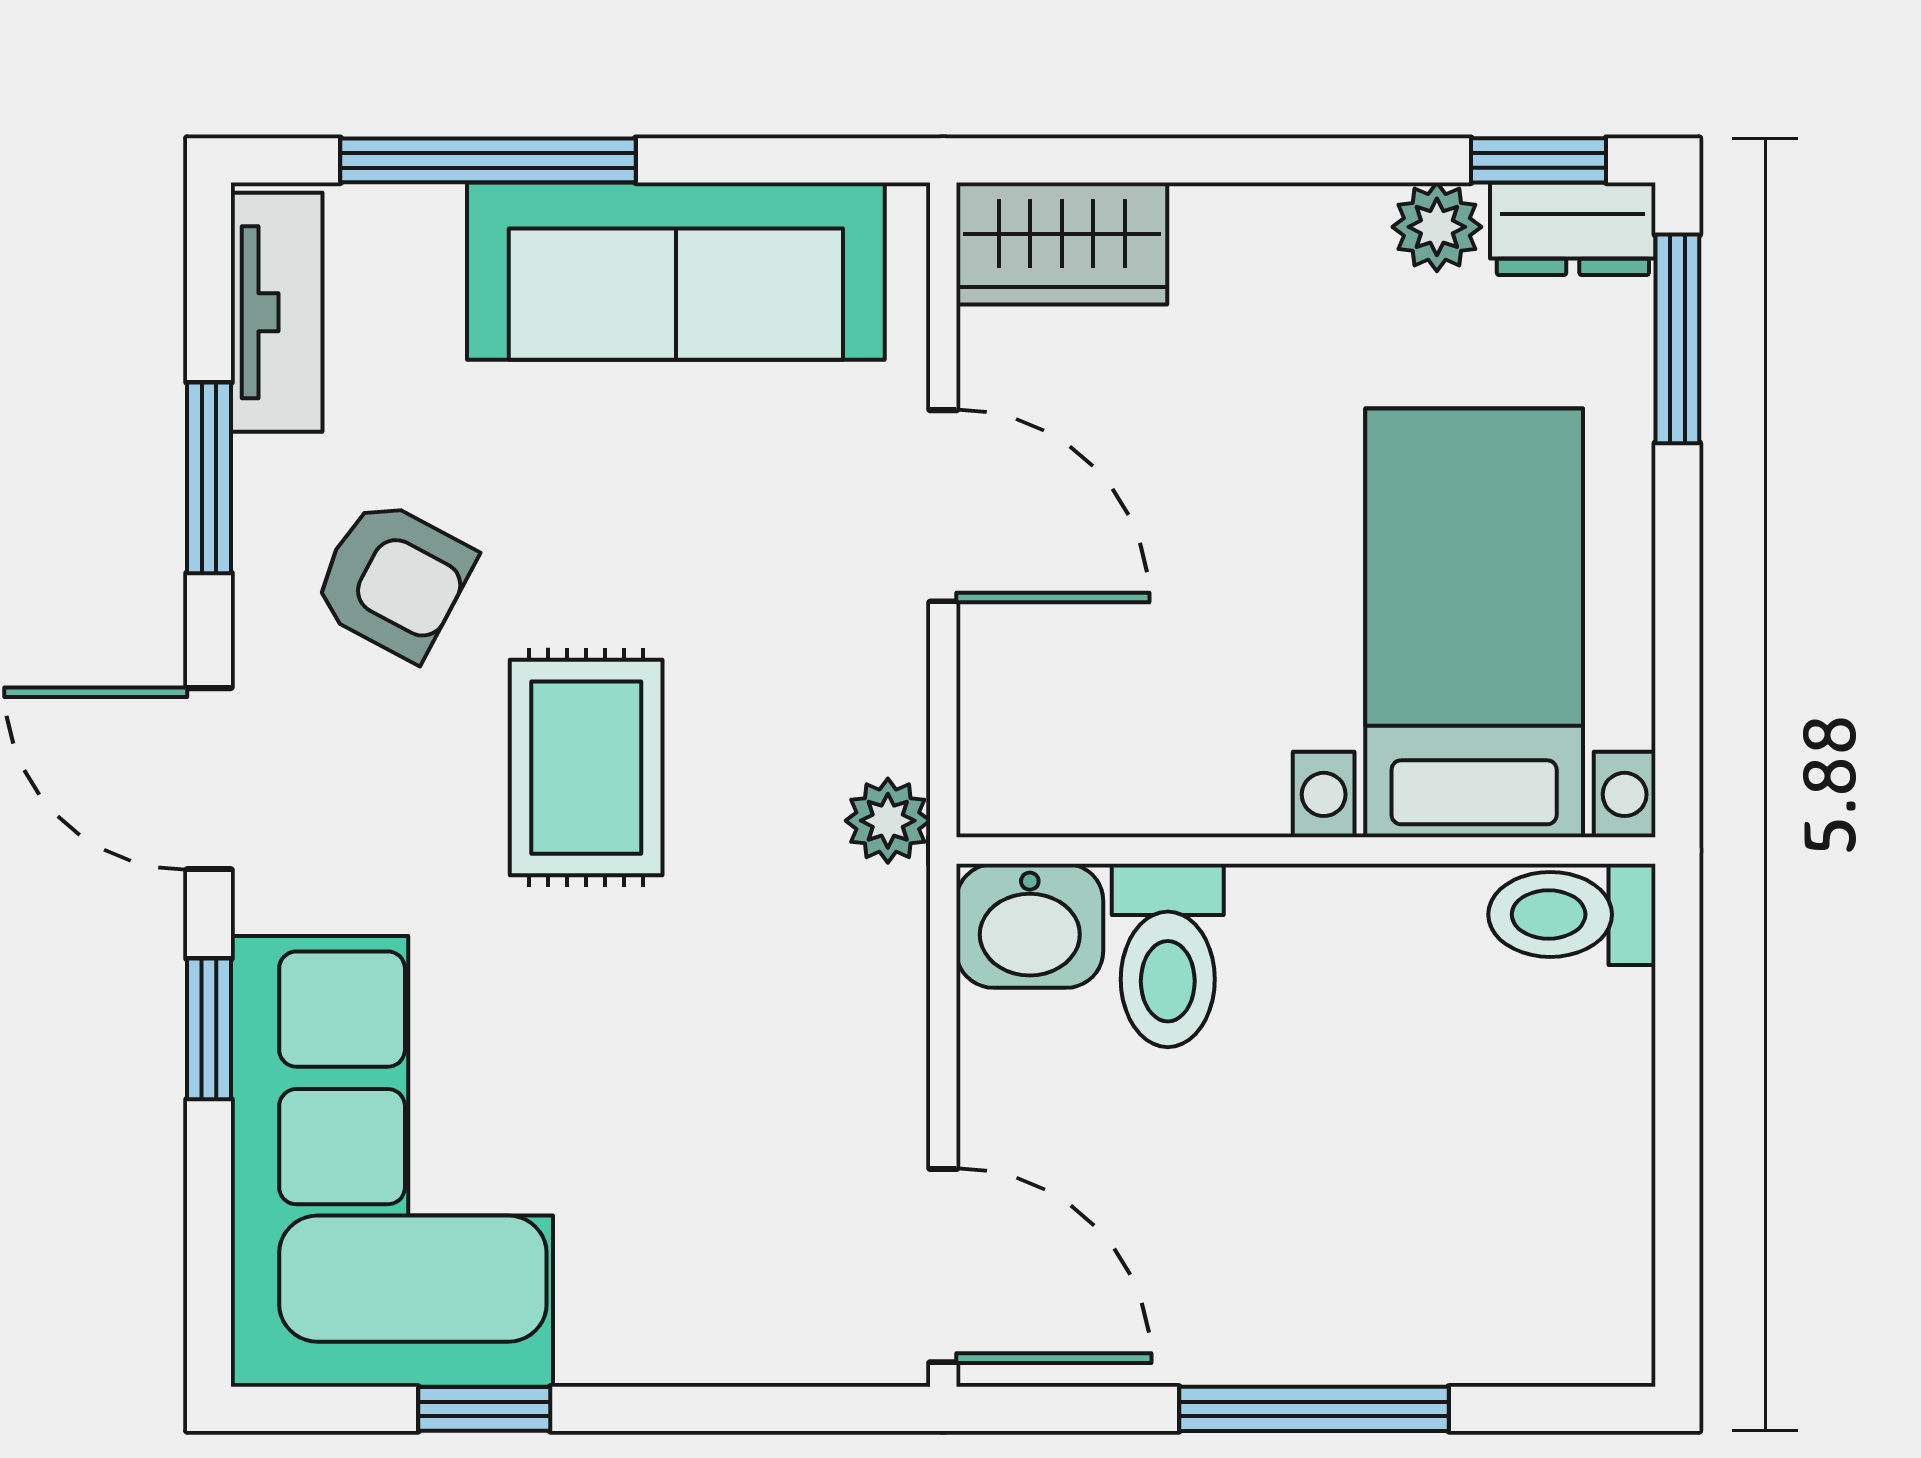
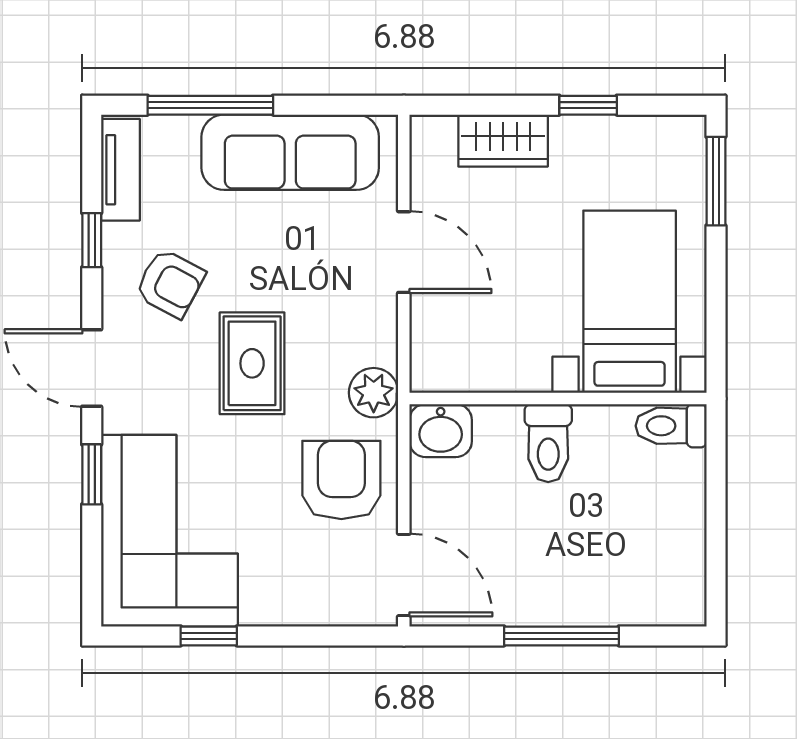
window: (1539, 160) -> (588, 105), moved
plant: (1437, 227) -> (614, 133), removed
dresser: (1573, 229) -> (671, 134), removed
wardrobe: (1062, 243) -> (503, 141), moved
window: (209, 478) -> (92, 240), width x0.67
plant: (888, 821) -> (374, 393), width x1.38, depth x1.38
toilet: (1168, 956) -> (548, 443), moved
armchair: (796, 1042) -> (341, 480), added

